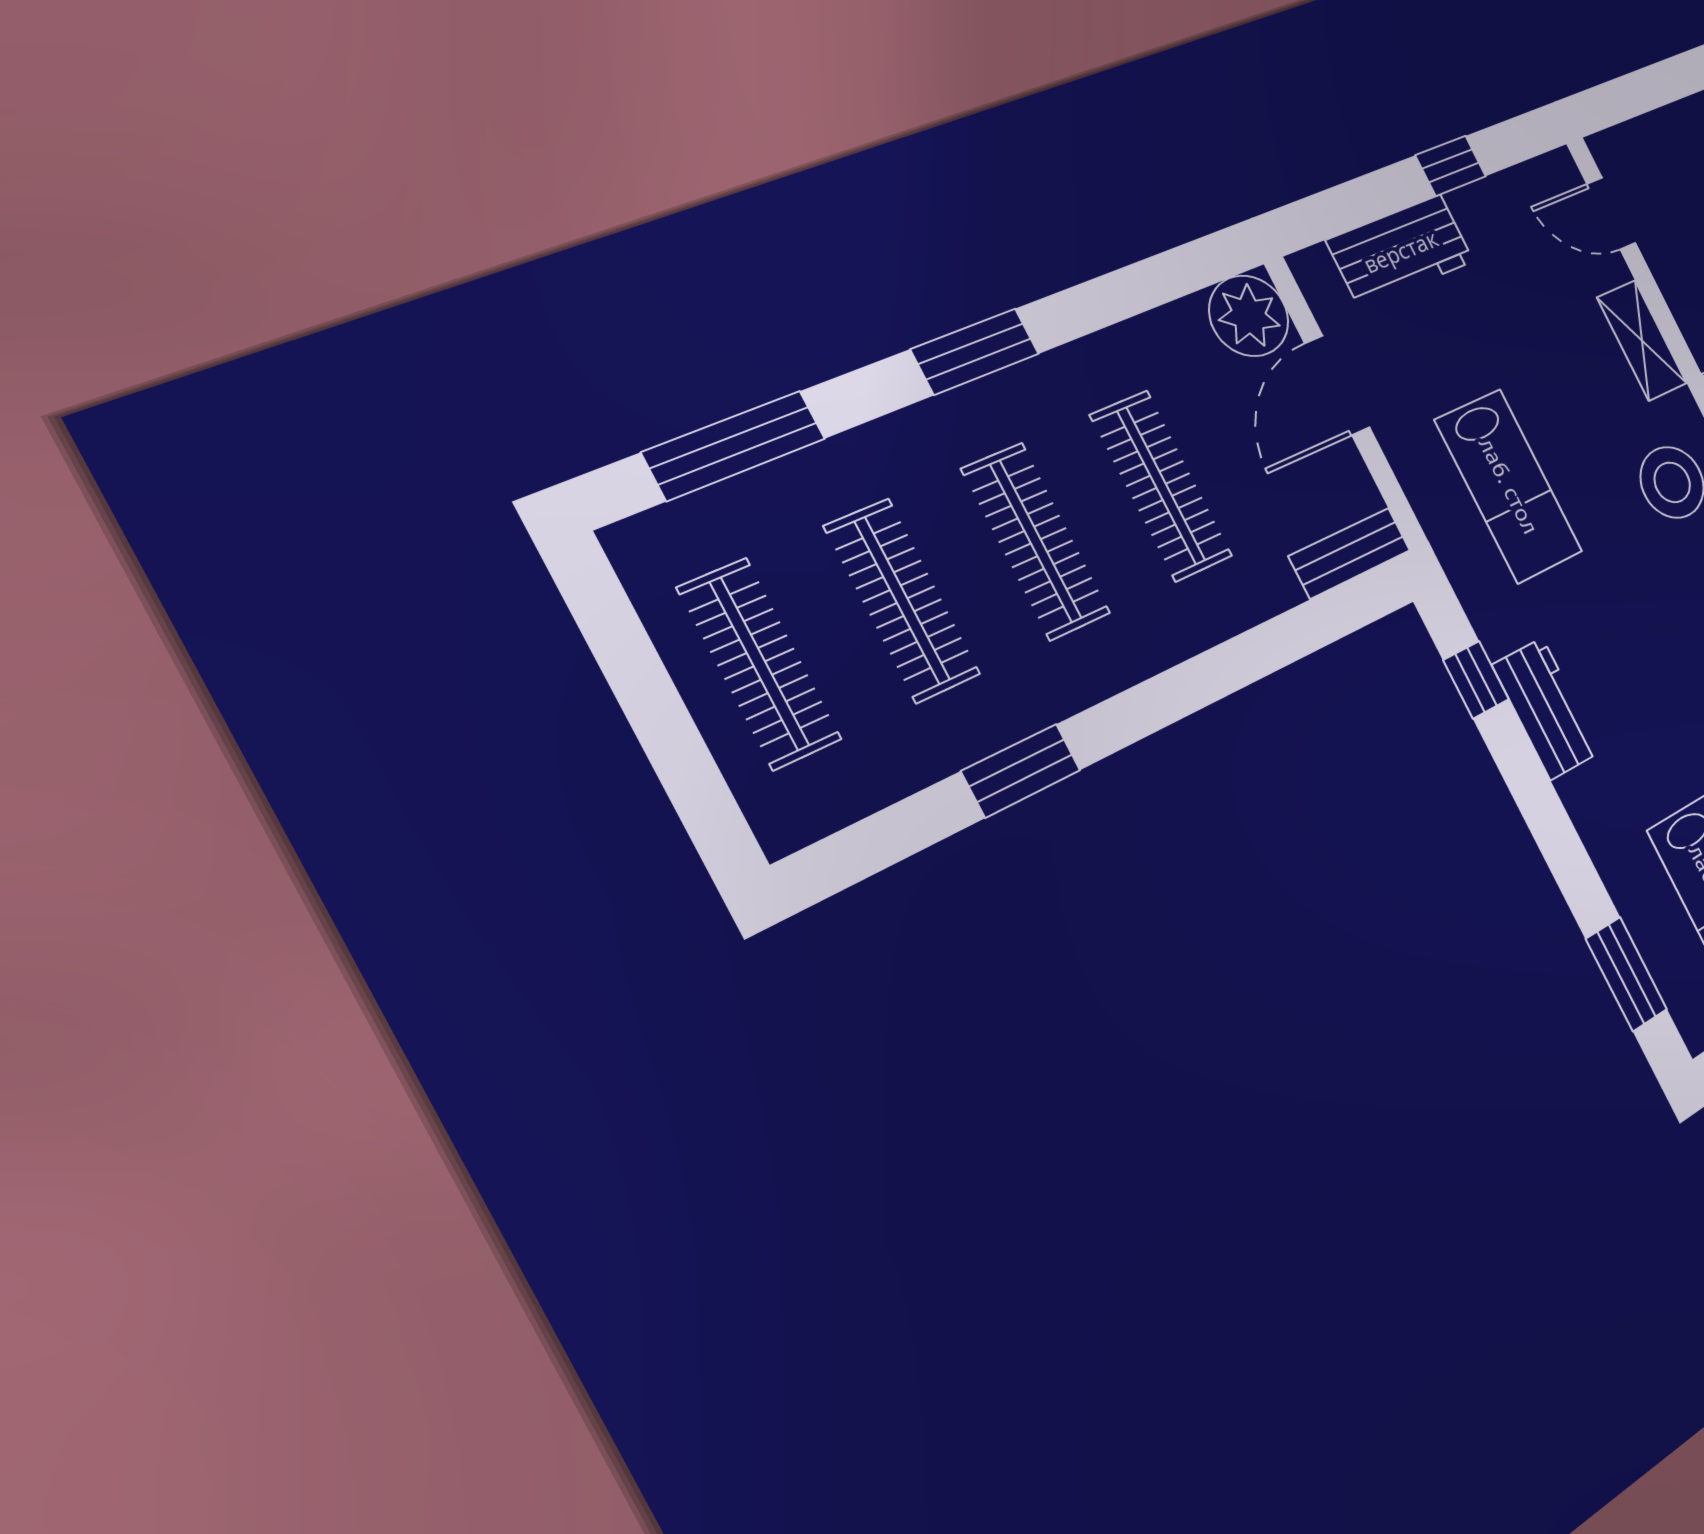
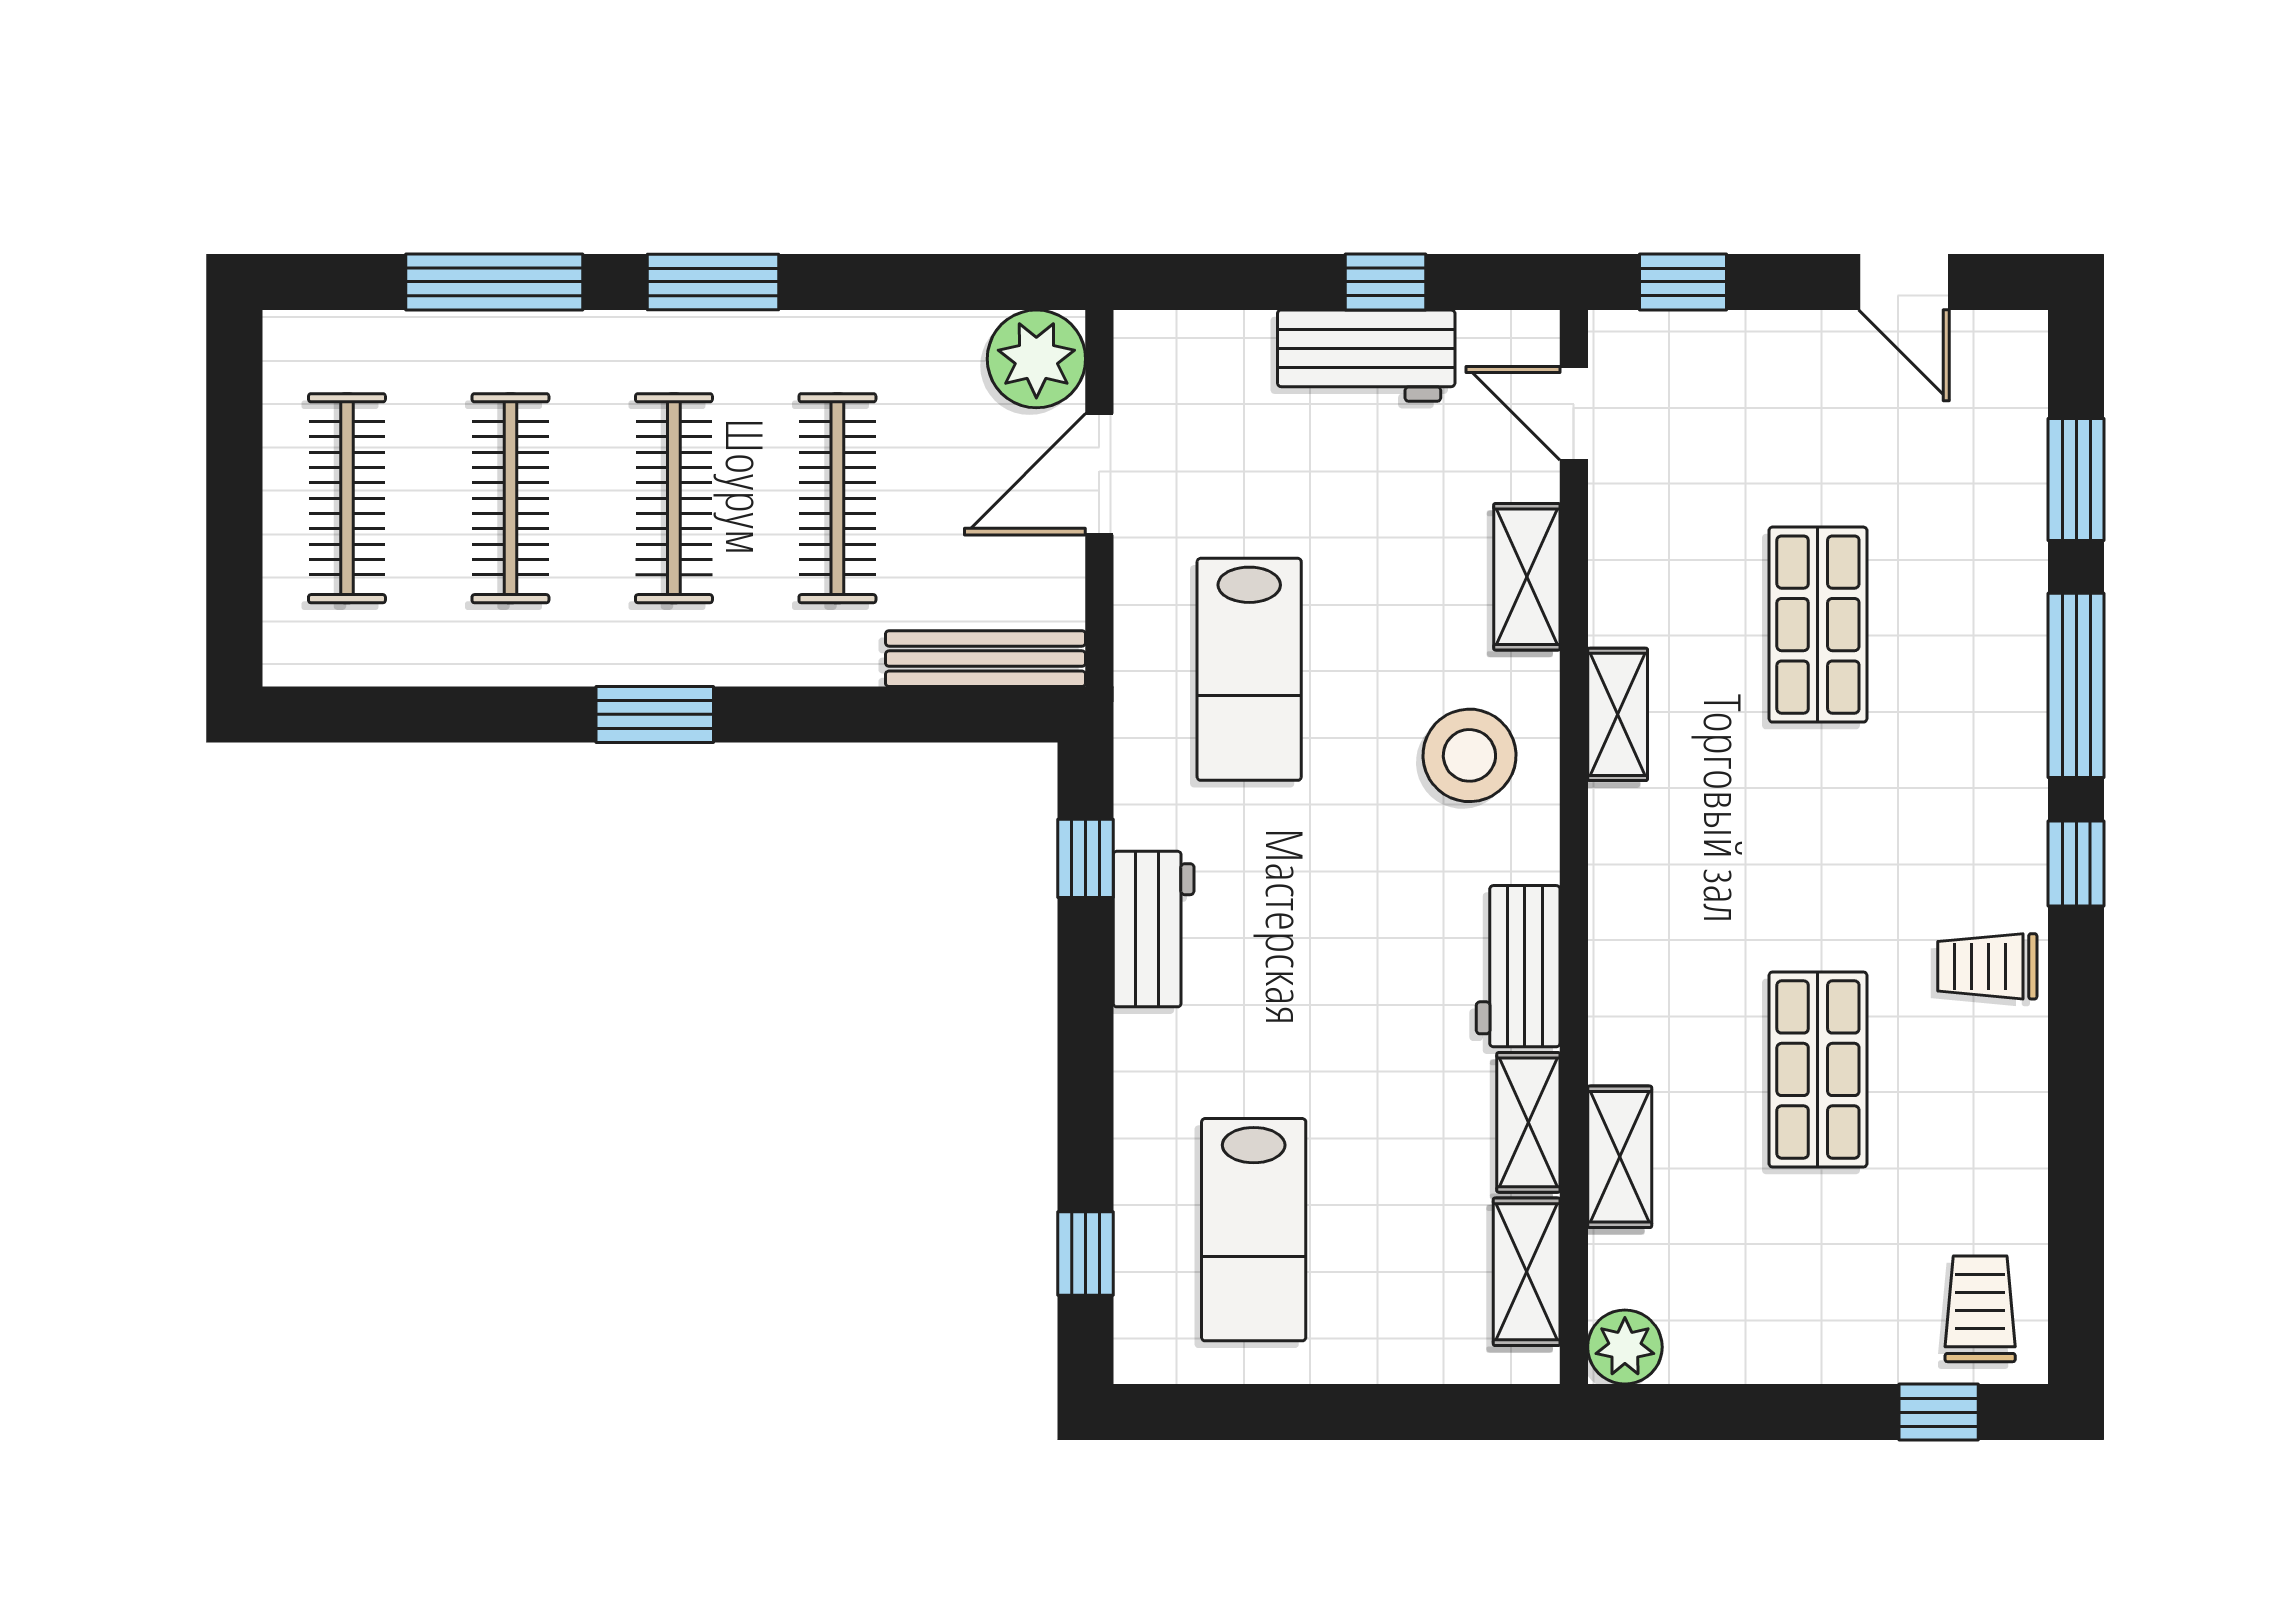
window: (1628, 97) -> (1683, 282), added
workbench: (1401, 251) -> (1366, 356), moved
window: (734, 445) -> (494, 282), moved
bench: (1350, 553) -> (985, 659), width x1.36
window: (1021, 771) -> (655, 714), moved
window: (1626, 974) -> (1085, 1253), width x0.67

